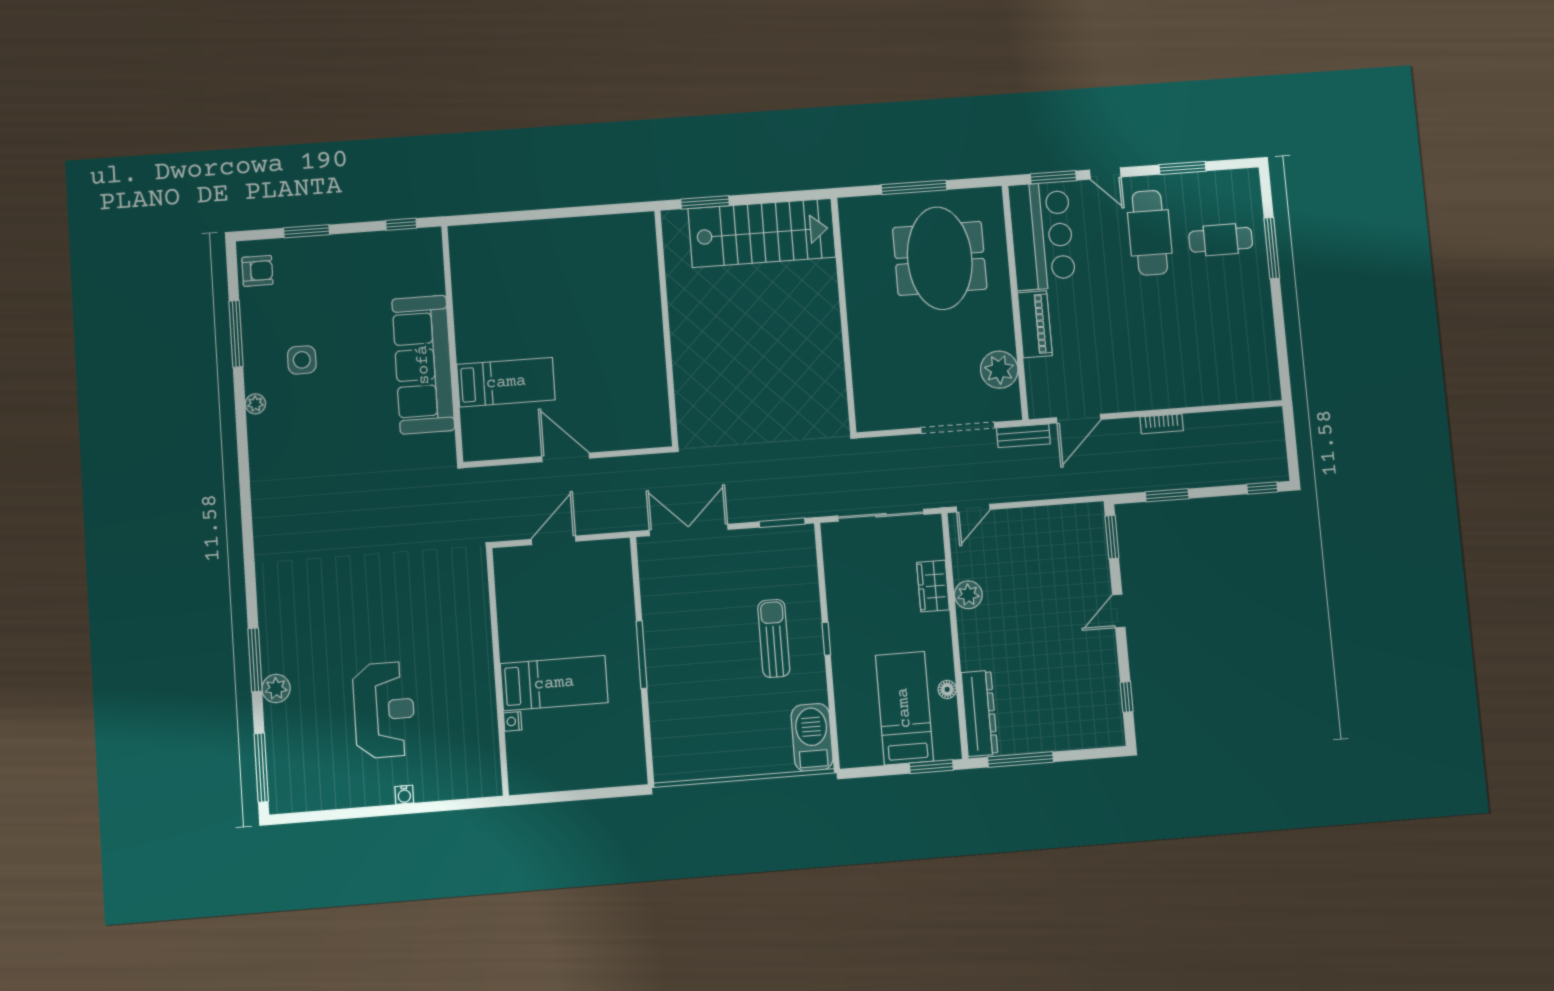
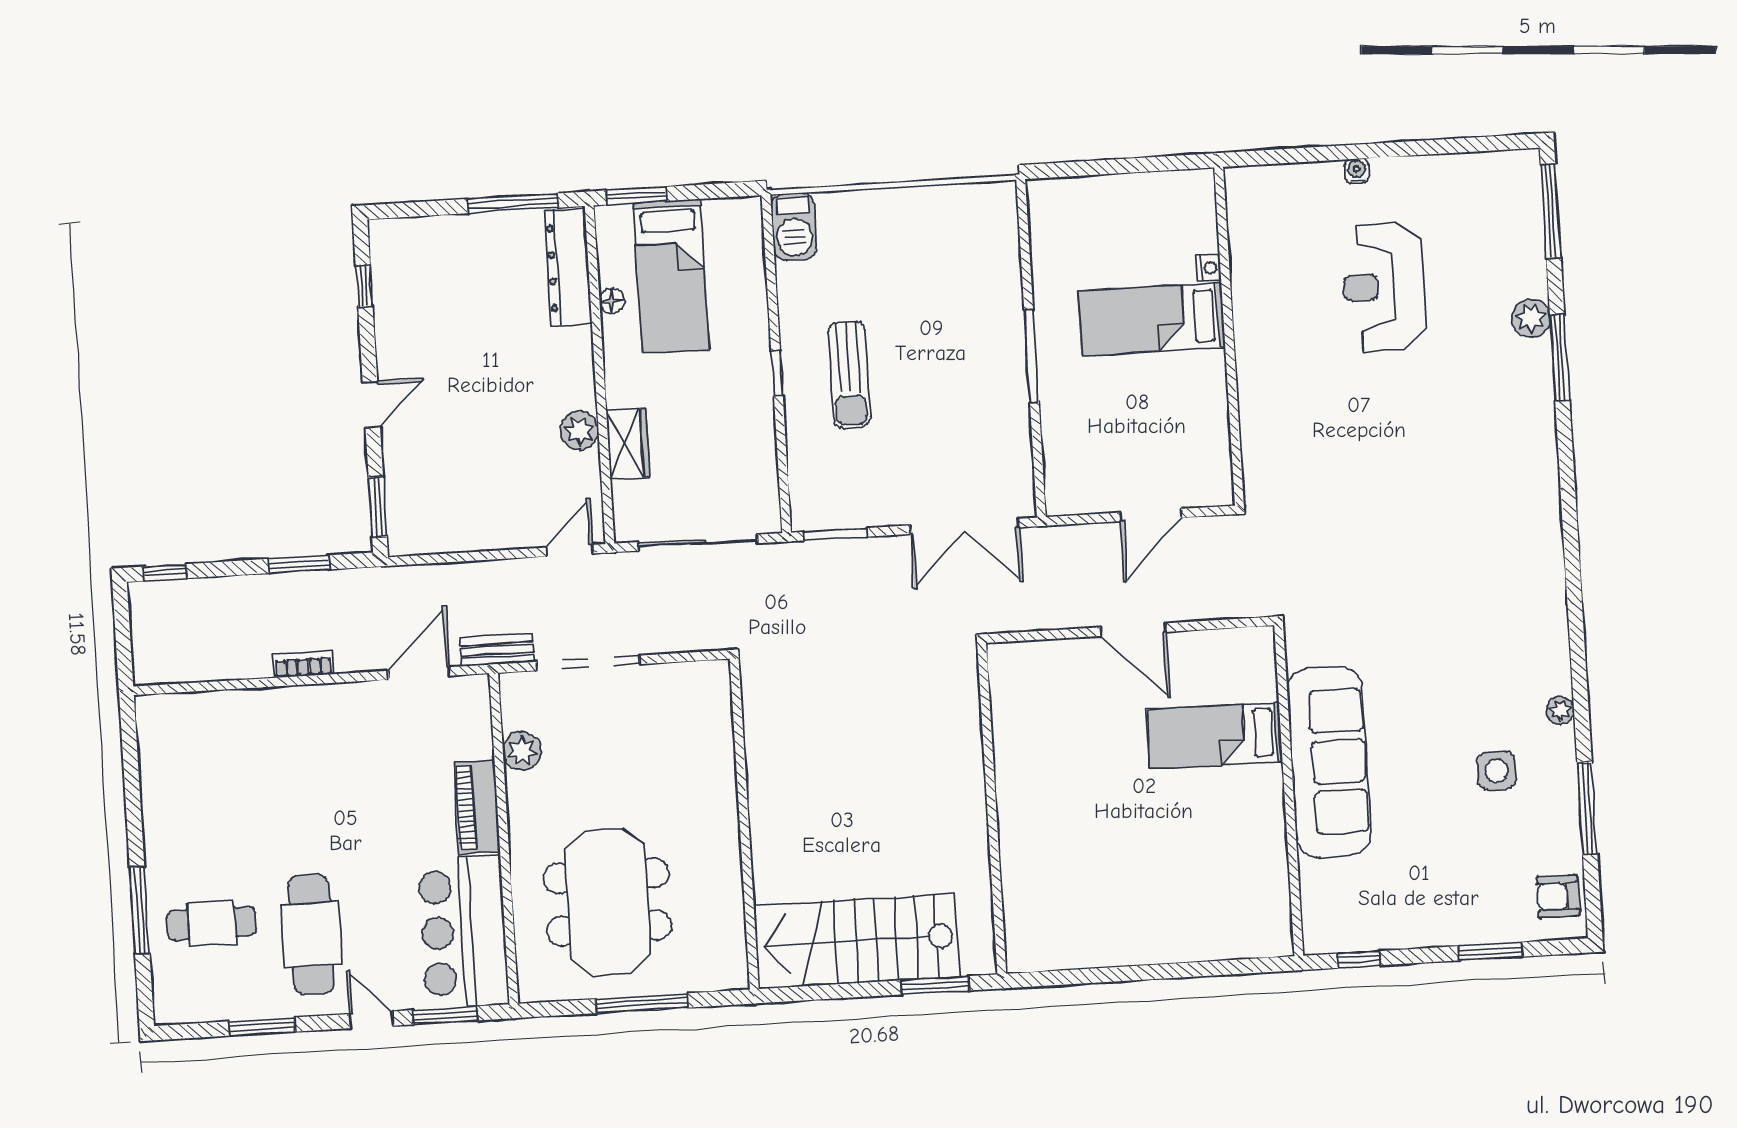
plant: (999, 370) -> (522, 751), width x0.73, depth x0.73
barbecue: (812, 737) -> (794, 227), width x0.73, depth x0.83

